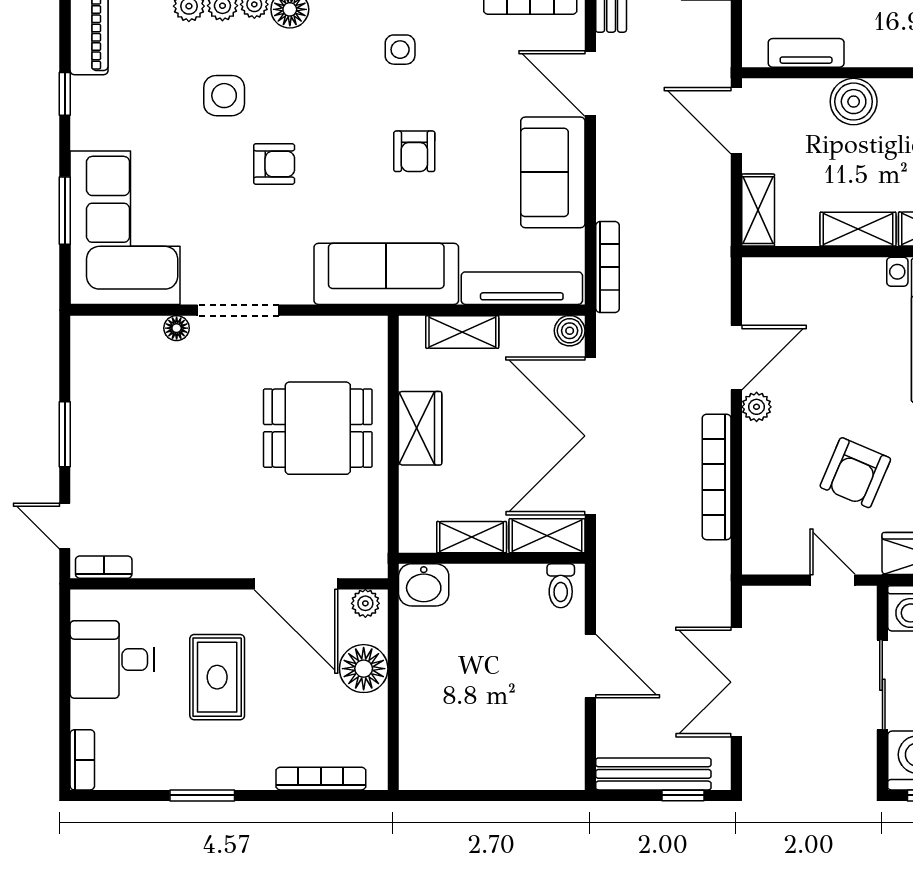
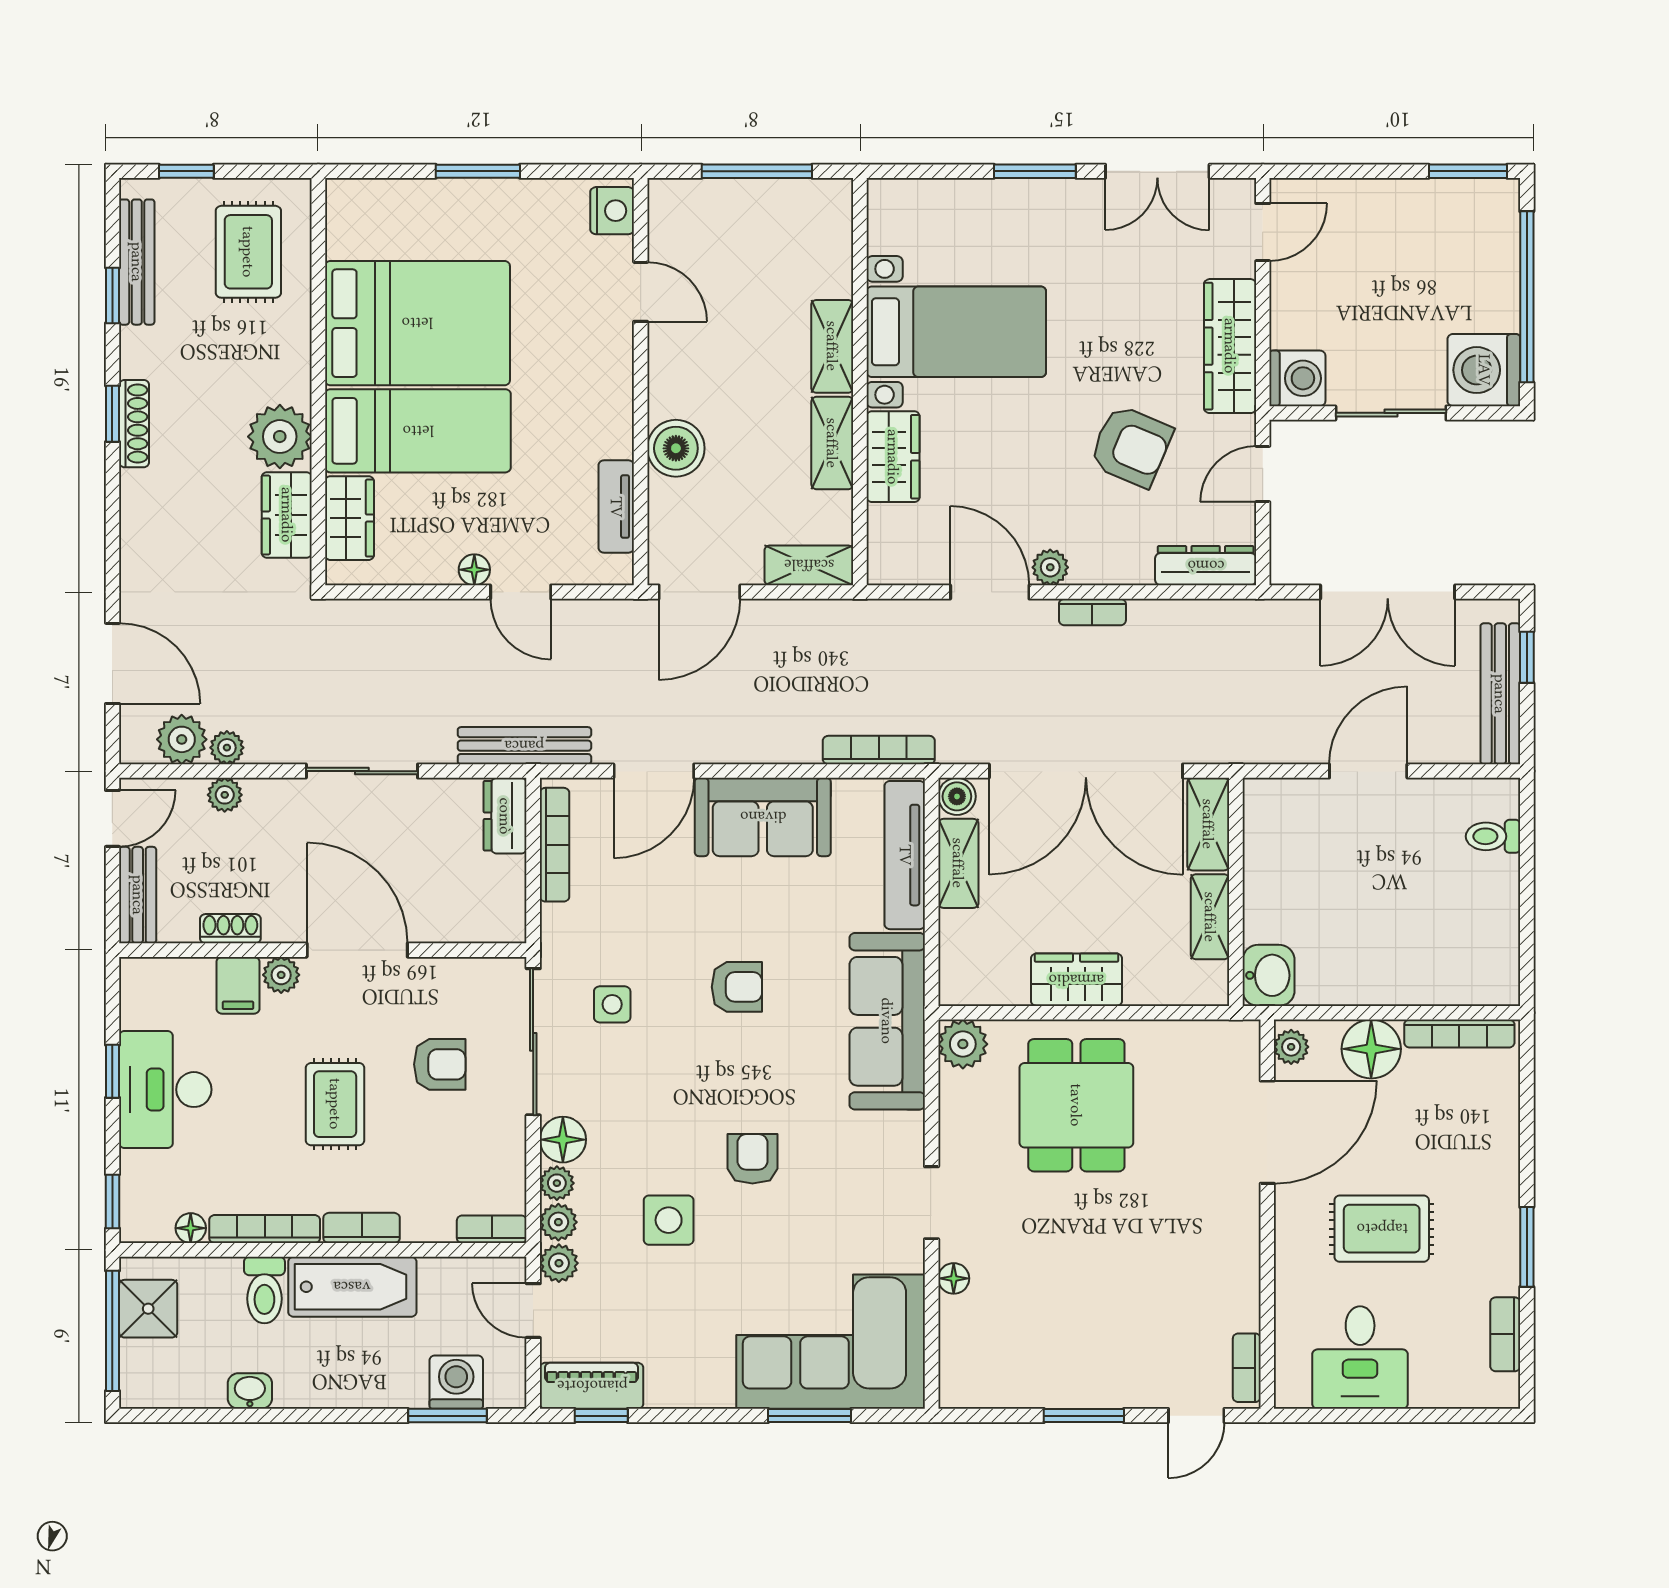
window: (65, 94) -> (601, 1416), moved
wardrobe: (847, 279) -> (893, 457), added
doorway: (238, 310) -> (932, 1203), width x0.73
shelving: (462, 332) -> (958, 863), moved
plant: (368, 336) -> (963, 1044), added
bookcase: (717, 477) -> (1092, 612), width x0.43, depth x0.76
dresser: (758, 534) -> (1206, 566), added
toilet: (561, 586) -> (1493, 836), moved, turned 180
bookcase: (82, 760) -> (1505, 1334), moved, turned -90
bookcase: (321, 779) -> (1459, 1034), moved, turned -90

